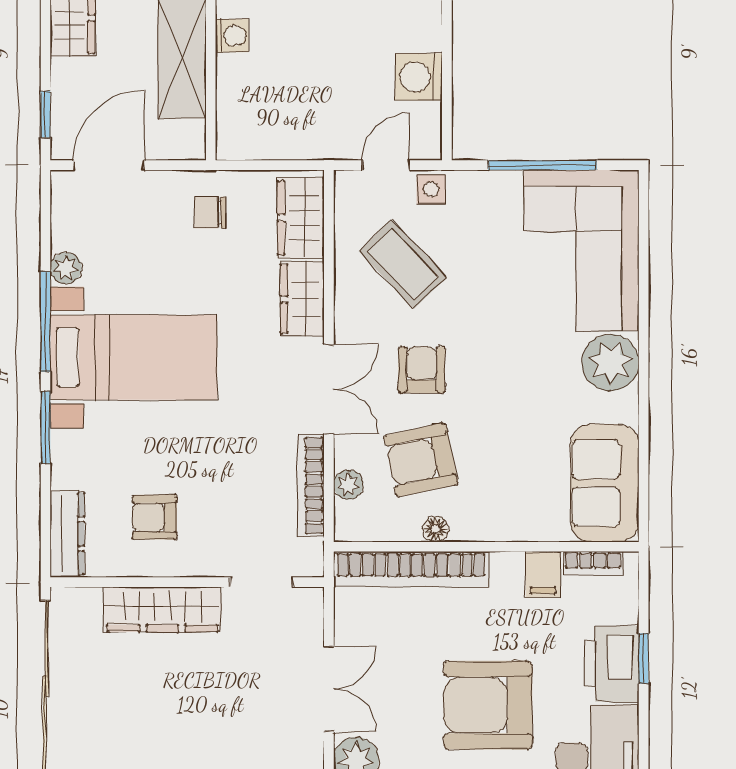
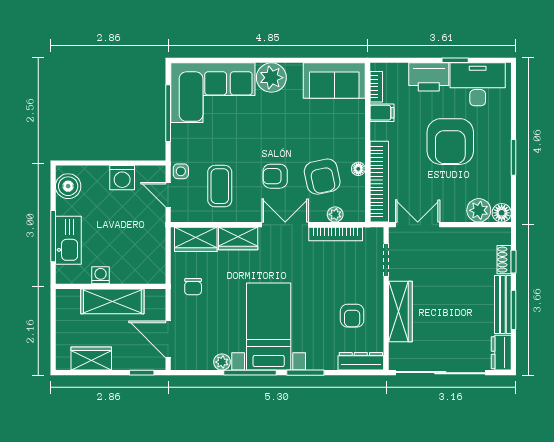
coffee table: (403, 264) -> (220, 186), turned -46
window: (644, 658) -> (455, 60), moved
double door: (329, 689) -> (418, 225), moved

